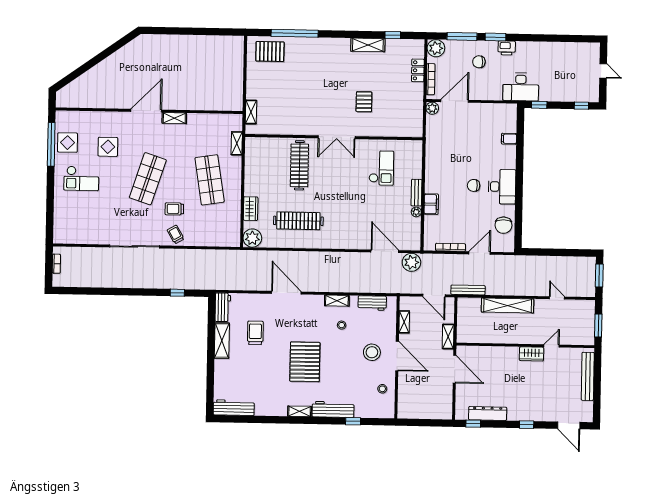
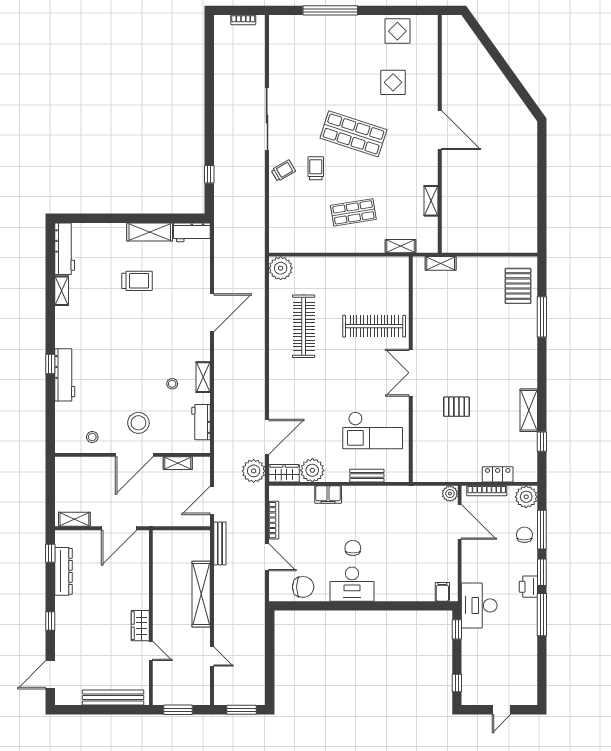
window: (295, 33) -> (542, 317), width x0.68
window: (529, 38) -> (542, 615), added
chair: (479, 62) -> (524, 535), moved
shelving: (174, 118) -> (431, 201), moved
filing cabinet: (509, 139) -> (442, 592), moved
window: (51, 144) -> (330, 10), moved
checkout: (381, 168) -> (373, 430), width x1.36, depth x1.21
checkout: (81, 178) -> (352, 49), removed
shop shelf: (210, 180) -> (353, 212), width x0.70, depth x0.74
bench: (416, 193) -> (367, 476), moved
wardrobe: (251, 209) -> (284, 473), moved, turned 180
plant: (416, 212) -> (312, 470), width x1.88, depth x1.88
chair: (503, 225) -> (303, 587), turned 180
door: (557, 298) -> (212, 657), hinge flipped
trolley: (255, 333) -> (137, 281), moved
shelving: (448, 336) -> (74, 519), moved
pallet: (305, 362) -> (125, 338), removed
shelving: (300, 411) -> (62, 291), moved
window: (353, 421) -> (50, 364), moved

